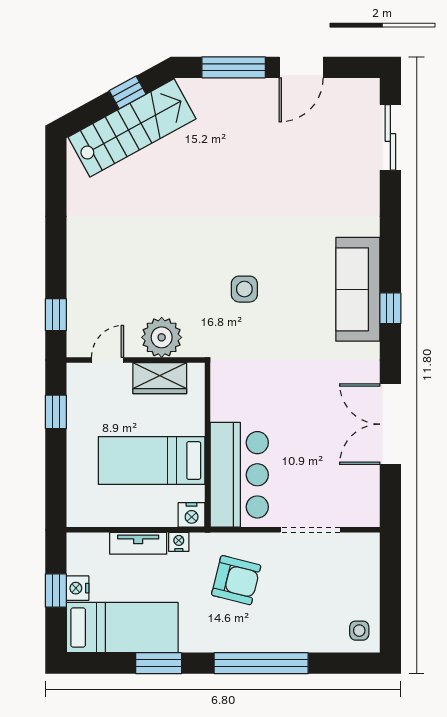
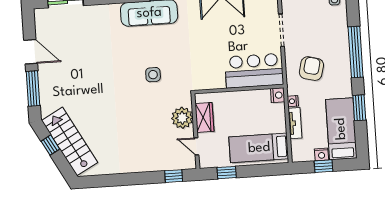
bed: (152, 461) -> (259, 148), moved, turned 90

